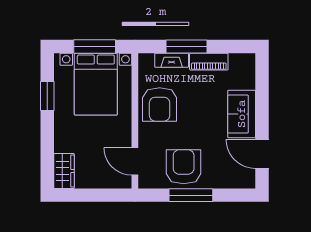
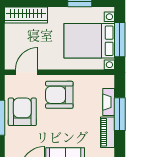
armchair: (160, 104) -> (59, 95), moved
armchair: (184, 167) -> (22, 112), turned -90
wardrobe: (64, 171) -> (26, 15), width x1.50

